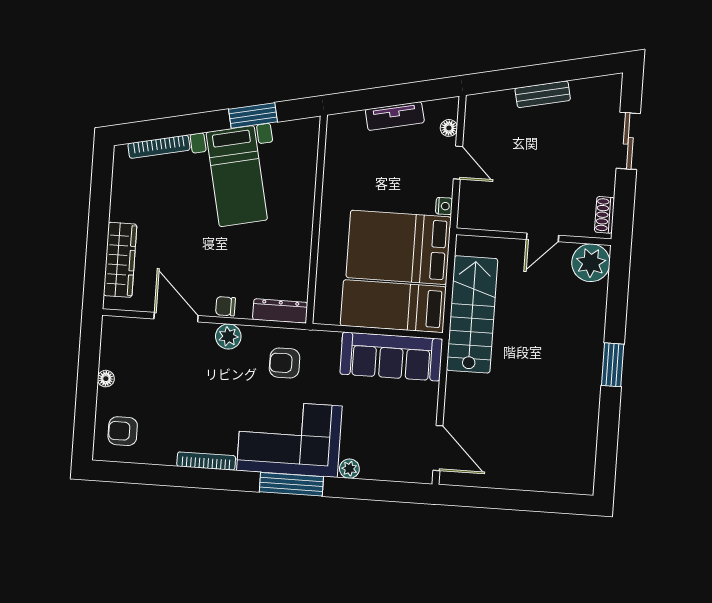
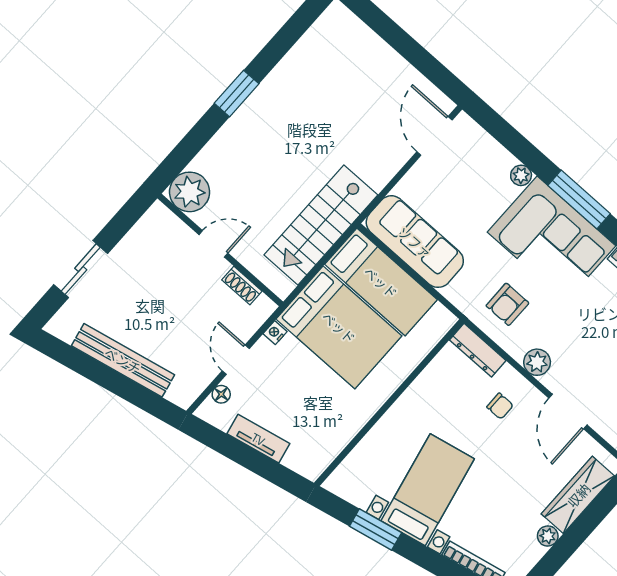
bench: (543, 94) -> (123, 360), width x1.86, depth x1.21
plant: (119, 211) -> (548, 536), added
shoe rack: (604, 215) -> (242, 285), moved, turned 90
chair: (225, 306) -> (500, 406), moved
armchair: (285, 363) -> (507, 304), turned 90

